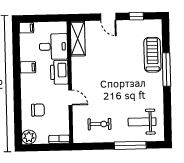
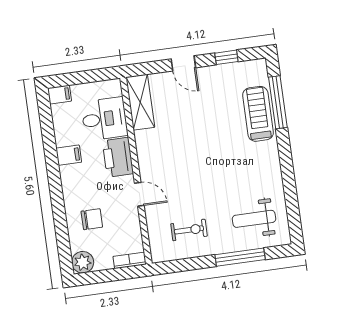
window: (166, 69) -> (278, 102), moved

